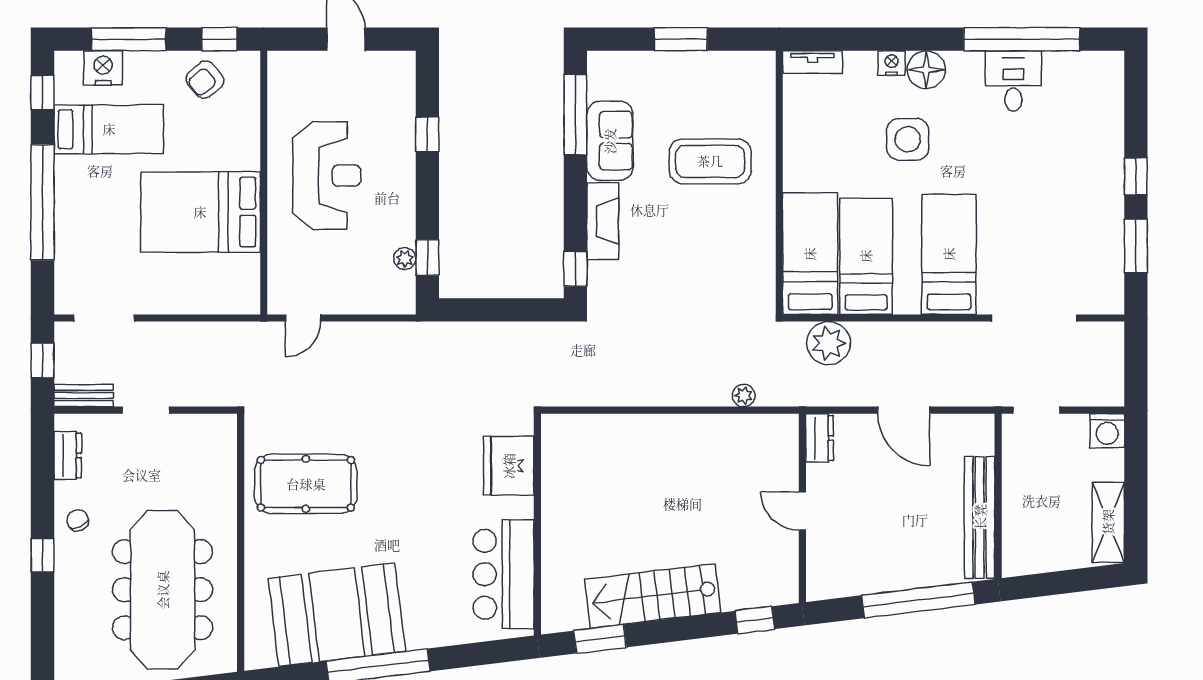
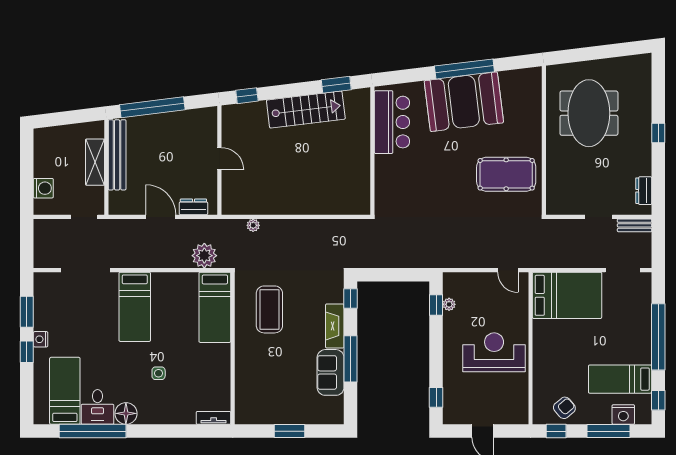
nightstand: (892, 63) -> (41, 339), moved, turned 90
floor lamp: (926, 70) -> (126, 413), moved
window: (575, 115) -> (351, 359), moved
window: (427, 134) -> (436, 397), moved
side table: (908, 139) -> (159, 373), width x0.54, depth x0.54
coffee table: (710, 161) -> (269, 309), moved, turned 90
reception desk: (327, 176) -> (494, 352), turned 90
bed: (200, 212) -> (567, 295), moved
bed: (866, 256) -> (65, 391), moved, turned 180
door: (303, 318) -> (508, 270), swing flipped
window: (42, 361) -> (658, 245), removed
washing machine: (1107, 431) -> (43, 188), moved, turned 90
dresser: (820, 438) -> (193, 207), moved, turned 90
fridge: (509, 466) -> (389, 185), removed
chair: (78, 520) -> (638, 153), removed
shelving: (1108, 522) -> (95, 162), moved
meeting table: (163, 590) -> (589, 113), width x0.73
booth: (337, 615) -> (464, 102), moved

